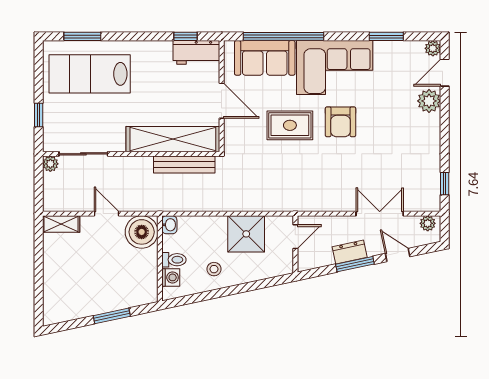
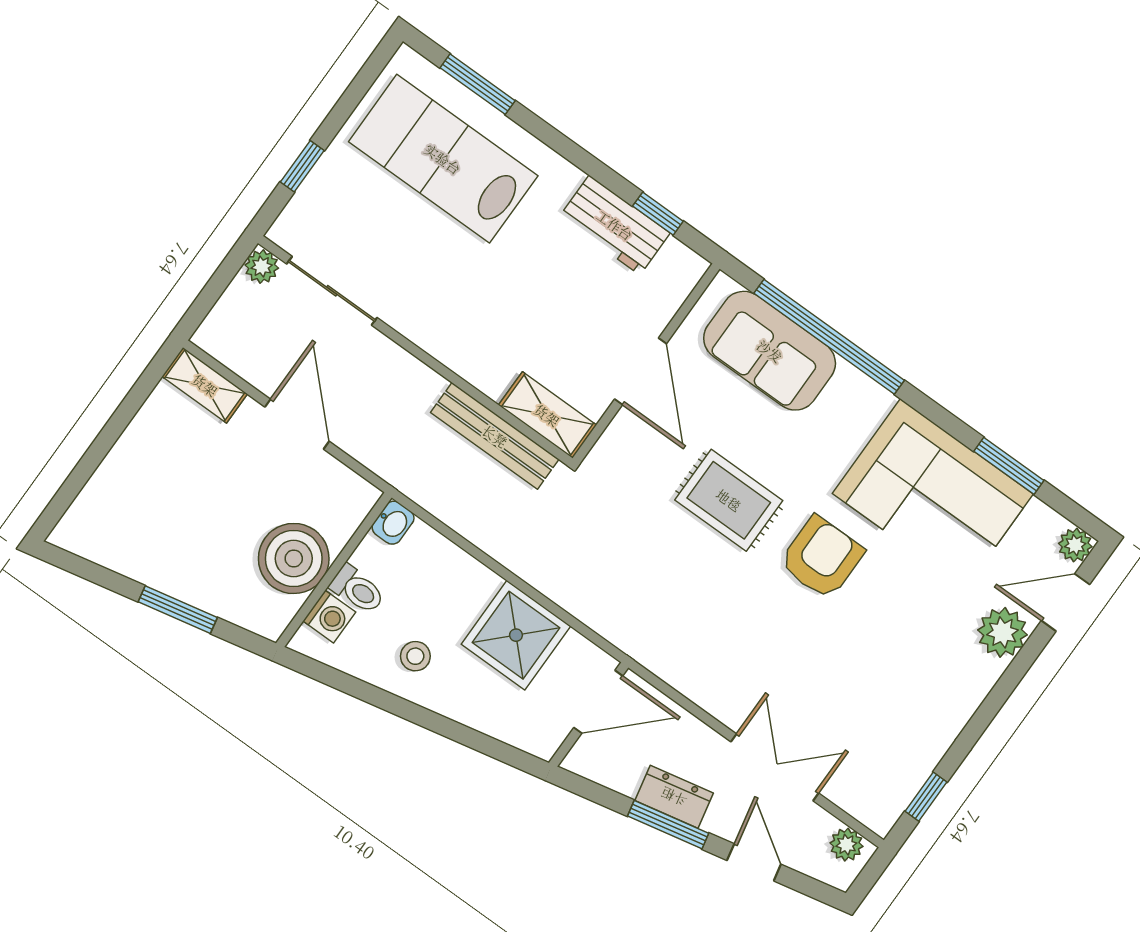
workbench: (196, 52) -> (615, 225), moved
corner sofa: (335, 68) -> (933, 494), moved
armchair: (341, 122) -> (822, 558), turned 180
shelving: (173, 139) -> (547, 415), width x0.45, depth x0.75
door: (106, 214) -> (297, 424), width x1.38
boiler: (142, 232) -> (294, 558), moved
door: (295, 237) -> (598, 702), width x1.38

